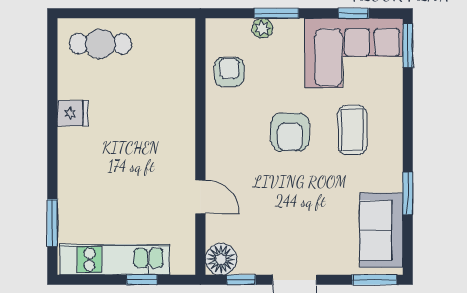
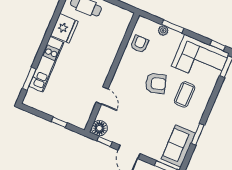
window: (353, 13) -> (218, 45), moved
fridge: (73, 113) -> (64, 28), width x1.88, depth x1.34
armchair: (290, 132) -> (156, 83), turned -106
kitchen unit: (115, 259) -> (46, 64), moved, turned 90

